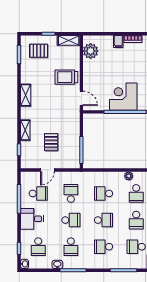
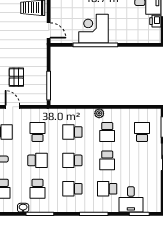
door: (47, 170) -> (12, 107), swing flipped
school desk: (104, 220) -> (72, 160), turned 180

